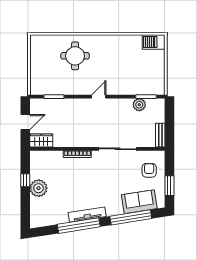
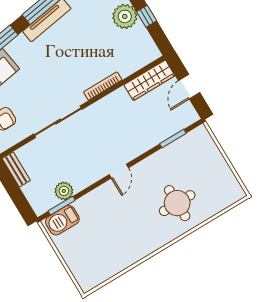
barbecue: (154, 42) -> (62, 220), moved, turned 180
wardrobe: (41, 140) -> (149, 80), width x1.50

